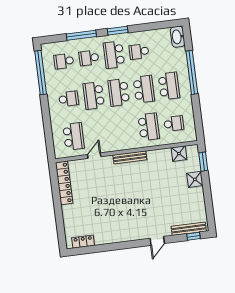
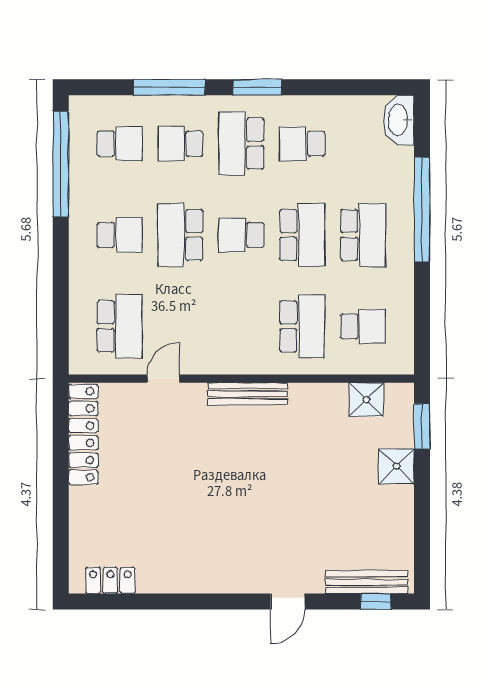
school desk: (64, 61) -> (120, 144), turned 180
school desk: (119, 92) -> (241, 235), width x0.54

